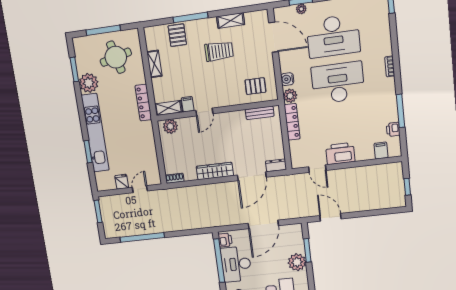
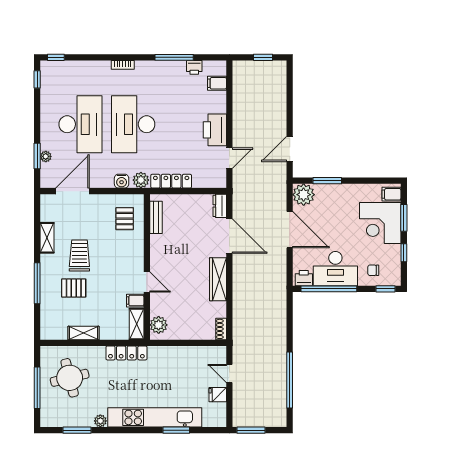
pallet: (177, 35) -> (74, 288), moved
plant: (89, 83) -> (100, 421), width x0.53, depth x0.53
plant: (297, 262) -> (304, 195), moved

